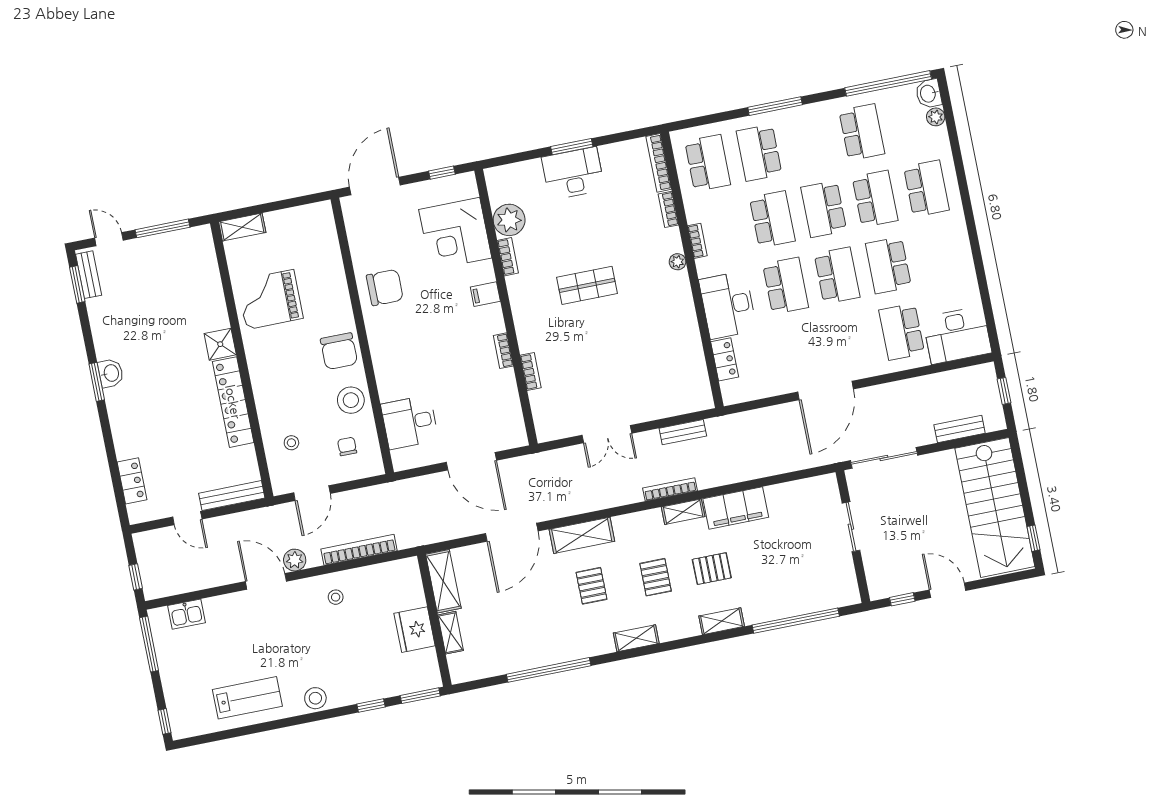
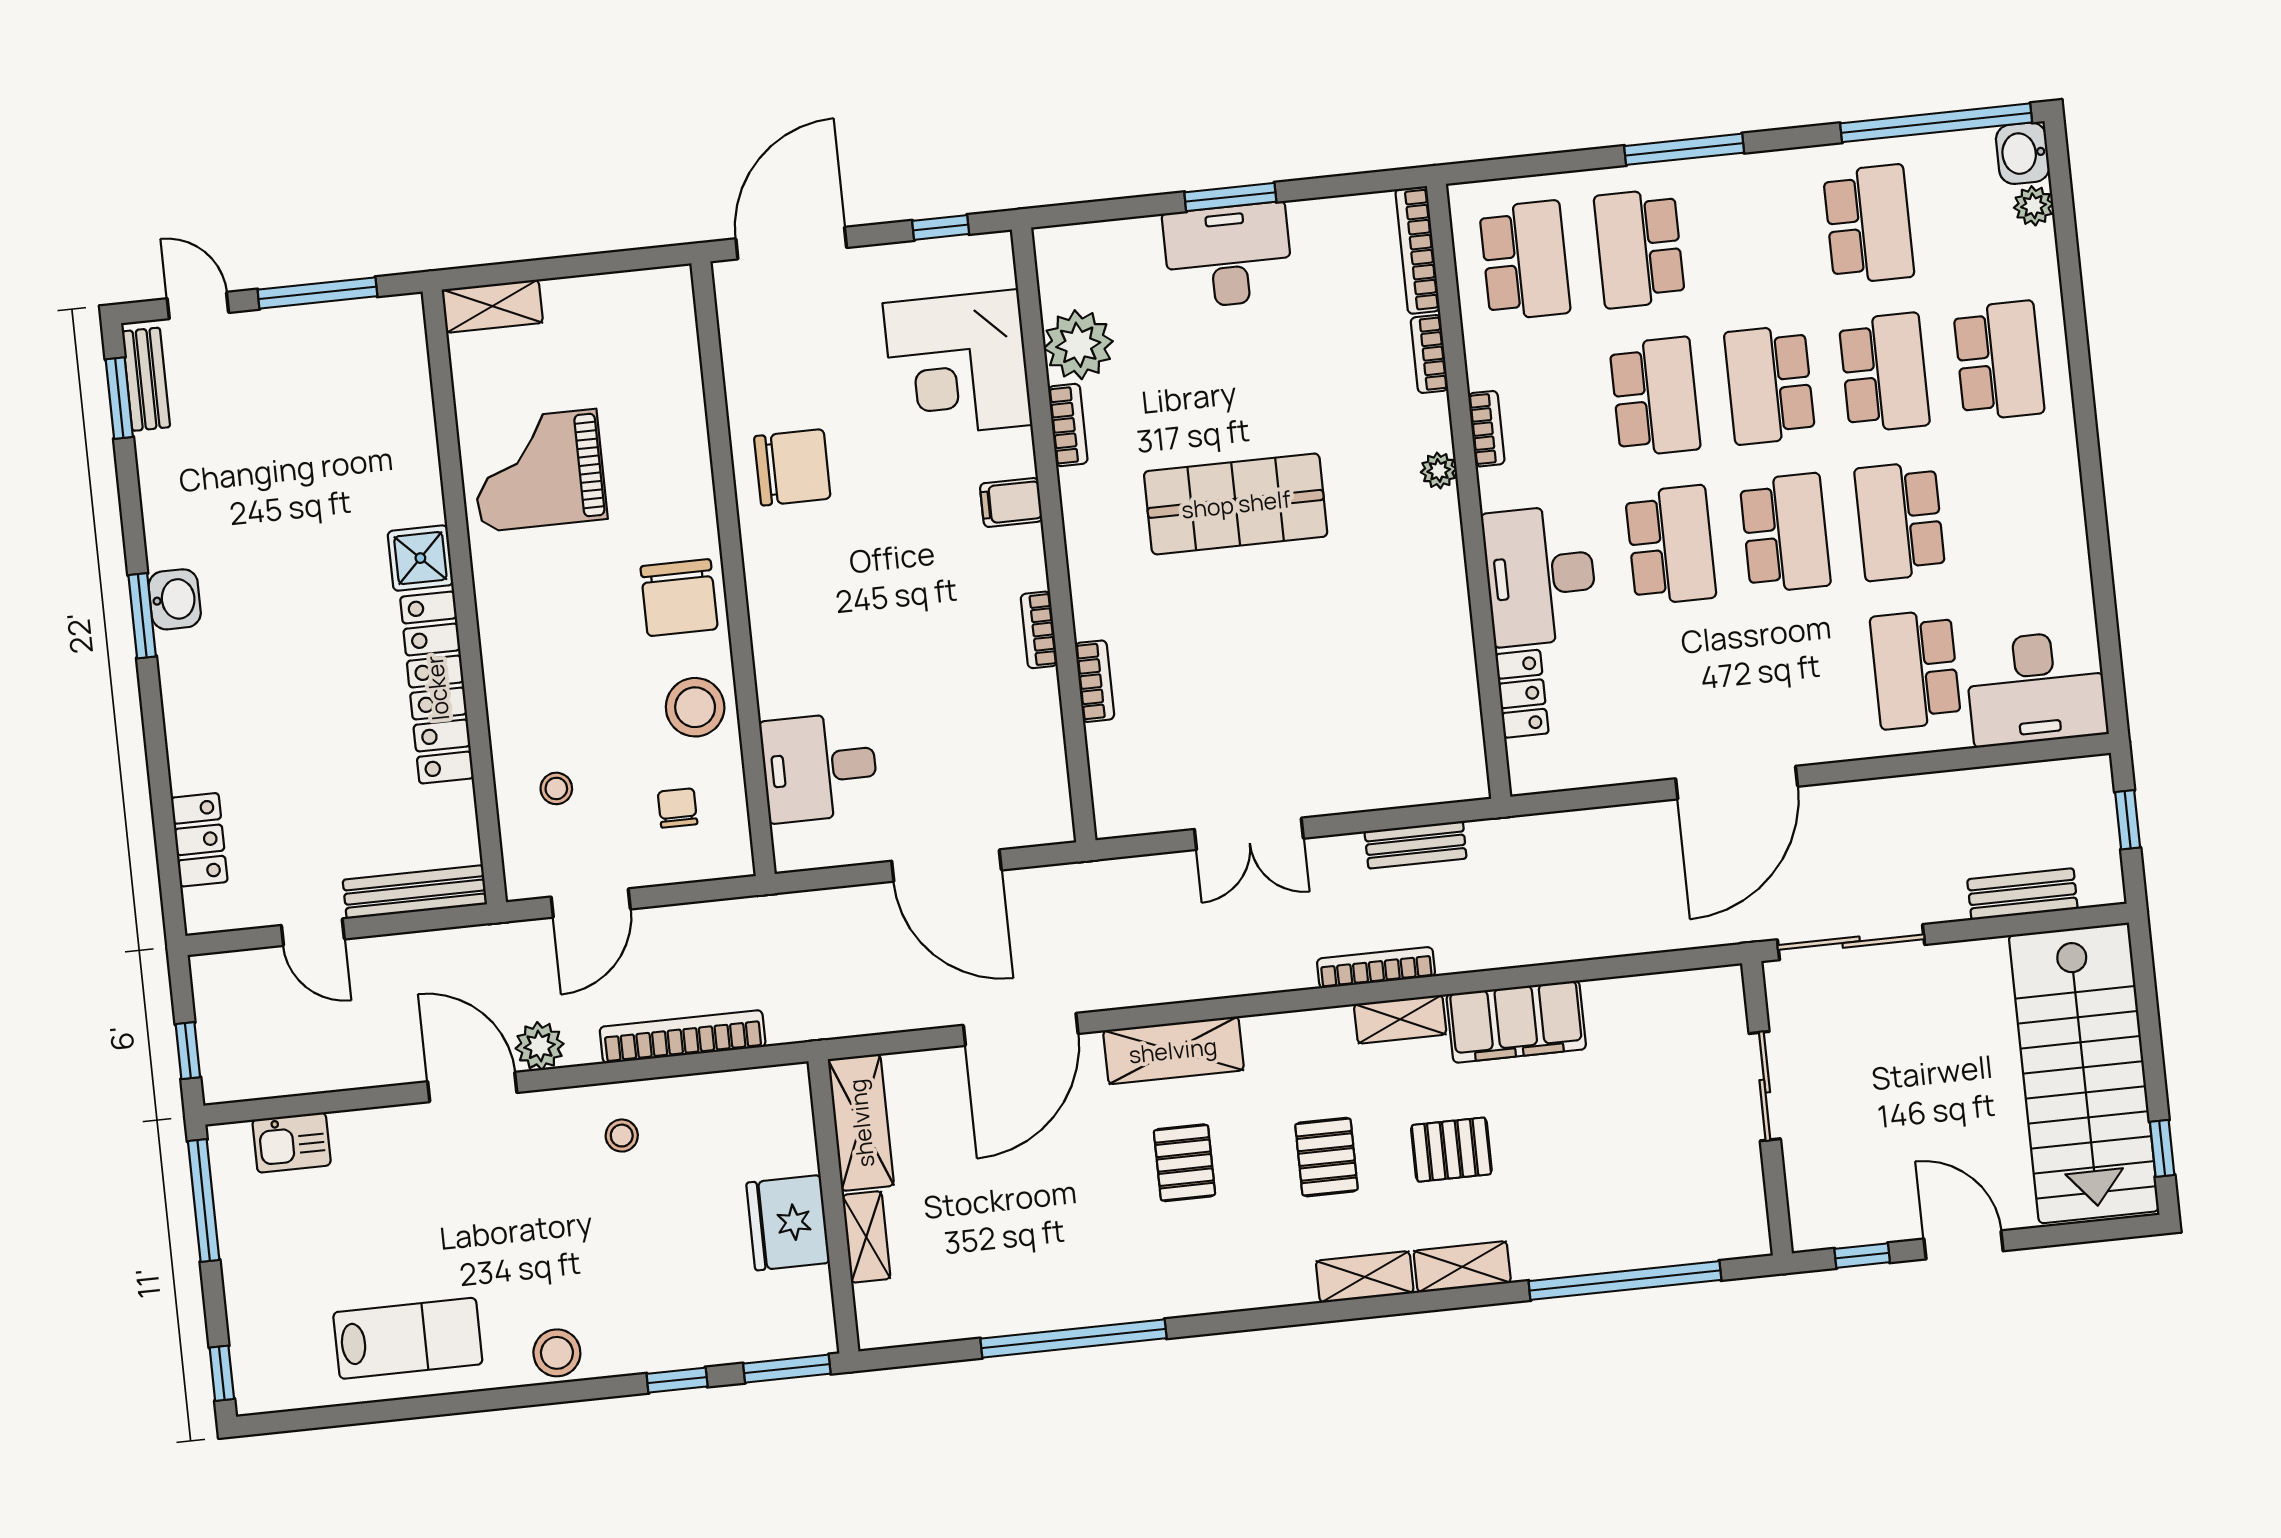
shop shelf: (587, 285) -> (1236, 504), width x1.43, depth x1.36
shelving: (636, 638) -> (1365, 1277), moved

